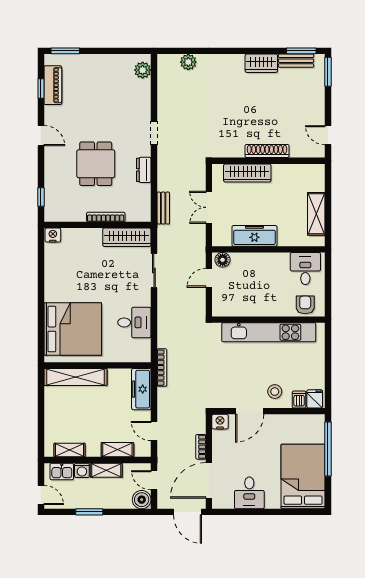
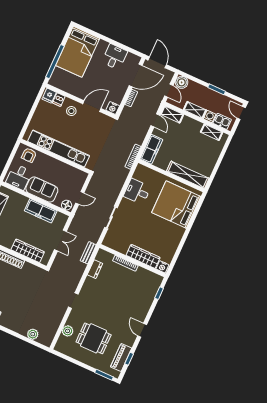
plant: (143, 70) -> (68, 331), moved
dining table: (96, 164) -> (94, 338), moved, turned 90
dresser: (144, 170) -> (95, 269), moved
wardrobe: (127, 237) -> (143, 256), moved
sofa: (266, 266) -> (42, 190), added
shelving: (117, 450) -> (172, 114), moved

